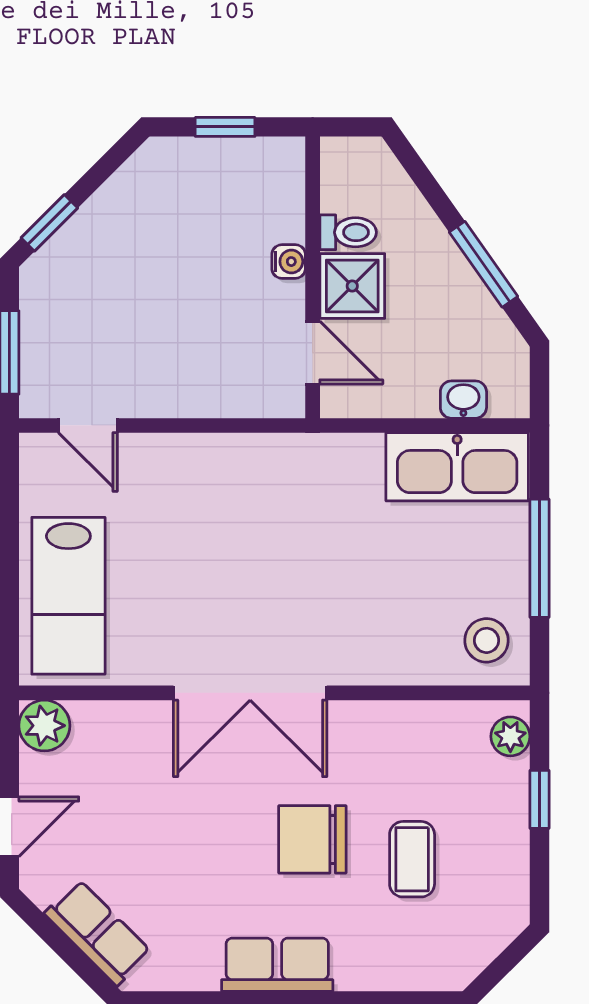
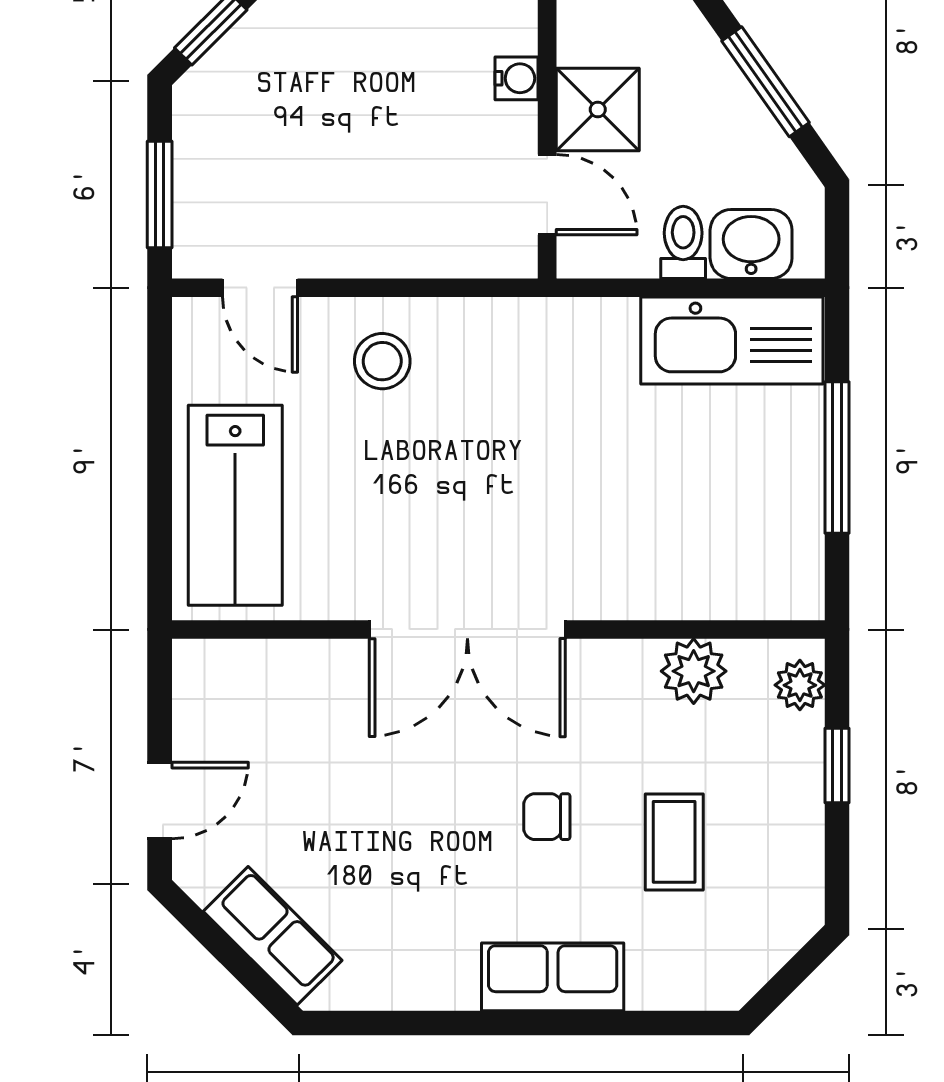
toilet: (348, 232) -> (683, 242), moved, turned -90
washbasin: (463, 400) -> (751, 244), width x1.38, depth x1.45
stool: (486, 640) -> (382, 361), moved
plant: (44, 726) -> (694, 671), moved
chair: (312, 839) -> (547, 817), width x0.54, depth x0.54
row of seats: (277, 965) -> (553, 977), moved

